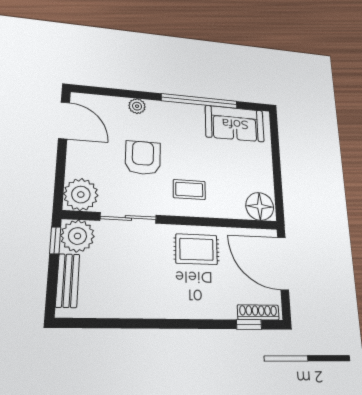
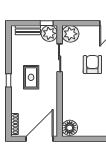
armchair: (143, 158) -> (92, 65), turned -90
coffee table: (189, 189) -> (77, 89), removed
rug: (196, 249) -> (31, 77), moved
window: (249, 325) -> (9, 80), moved

